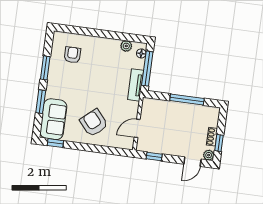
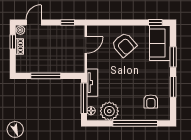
window: (93, 32) -> (135, 123), added
plant: (126, 46) -> (109, 111), width x1.88, depth x1.88

